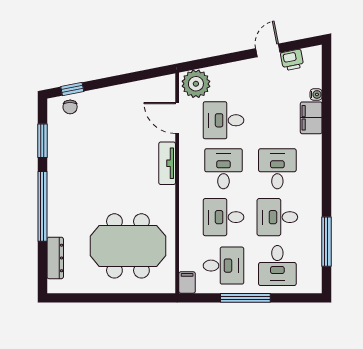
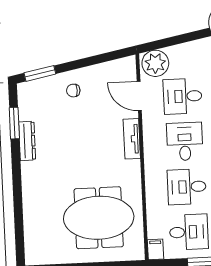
window: (72, 89) -> (40, 73), width x1.50
chair: (70, 107) -> (73, 91), moved, turned 90
window: (42, 206) -> (17, 184), removed
dresser: (55, 258) -> (27, 141), moved

